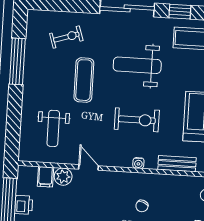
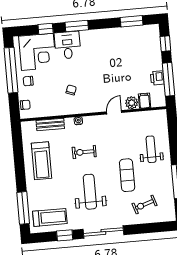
weight bench: (137, 65) -> (90, 192), turned -90
exercise bike: (137, 120) -> (84, 152), width x0.73, depth x0.72
weight bench: (53, 128) -> (151, 149), moved
door: (89, 167) -> (114, 112), swing flipped

